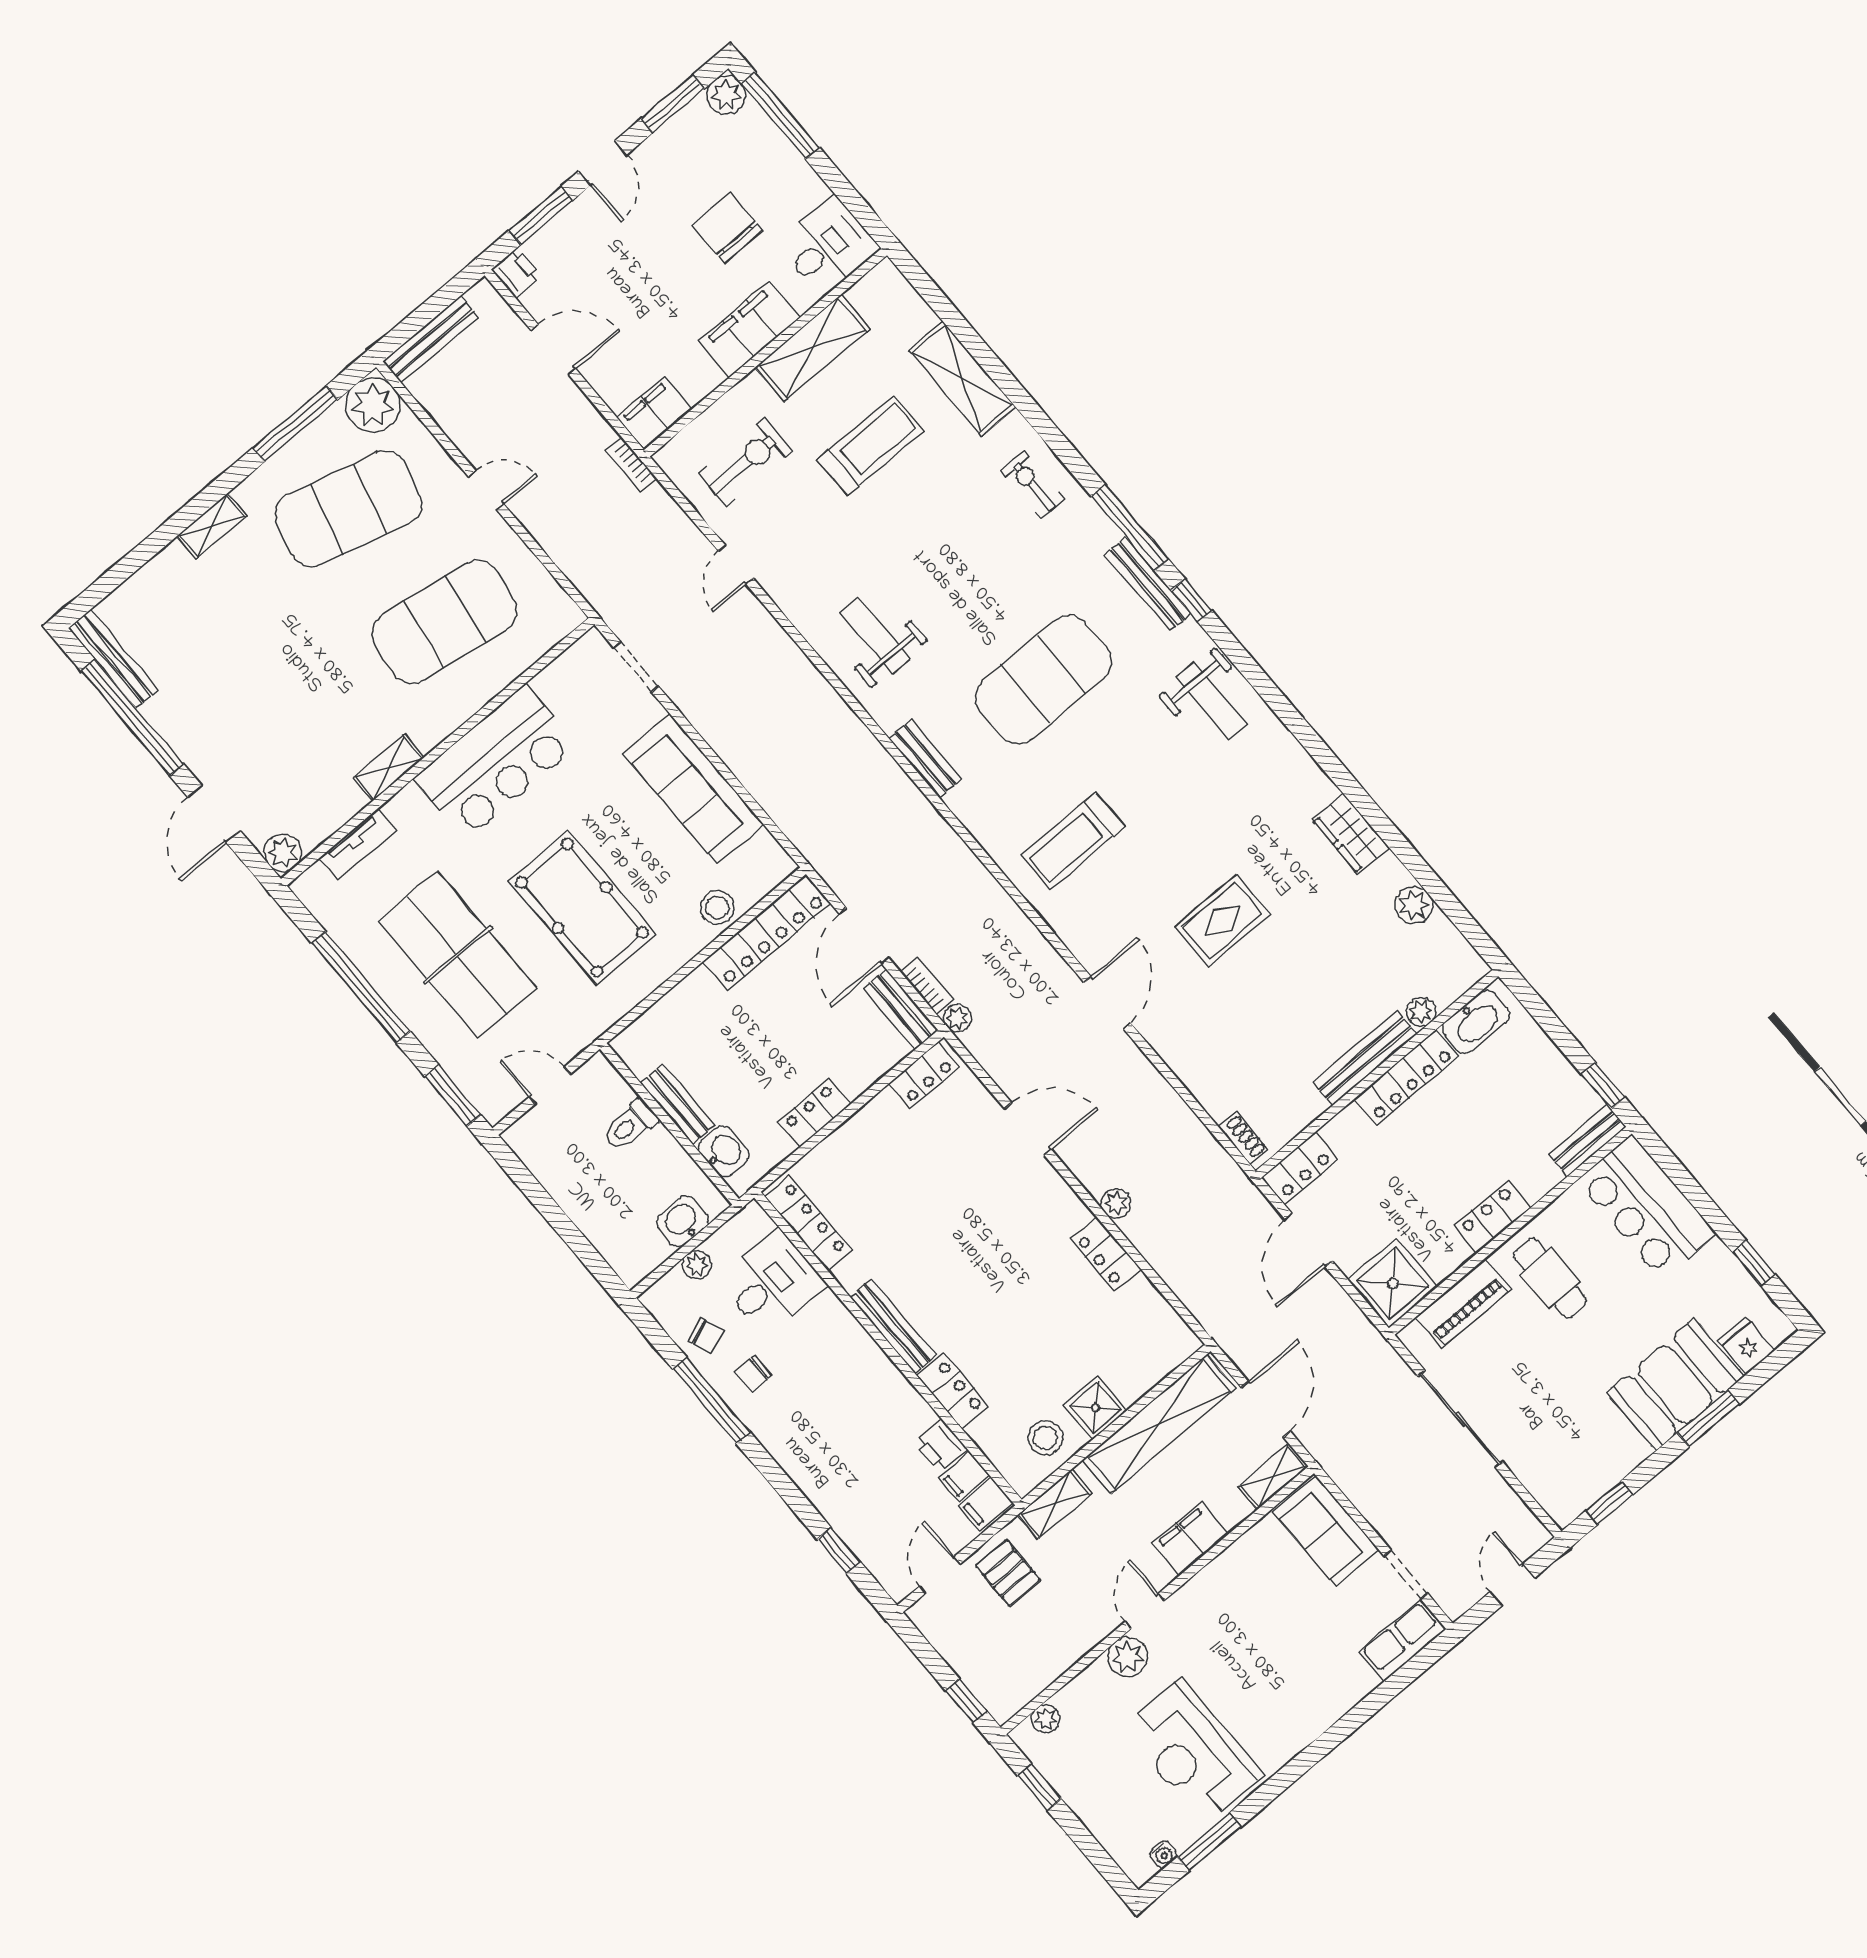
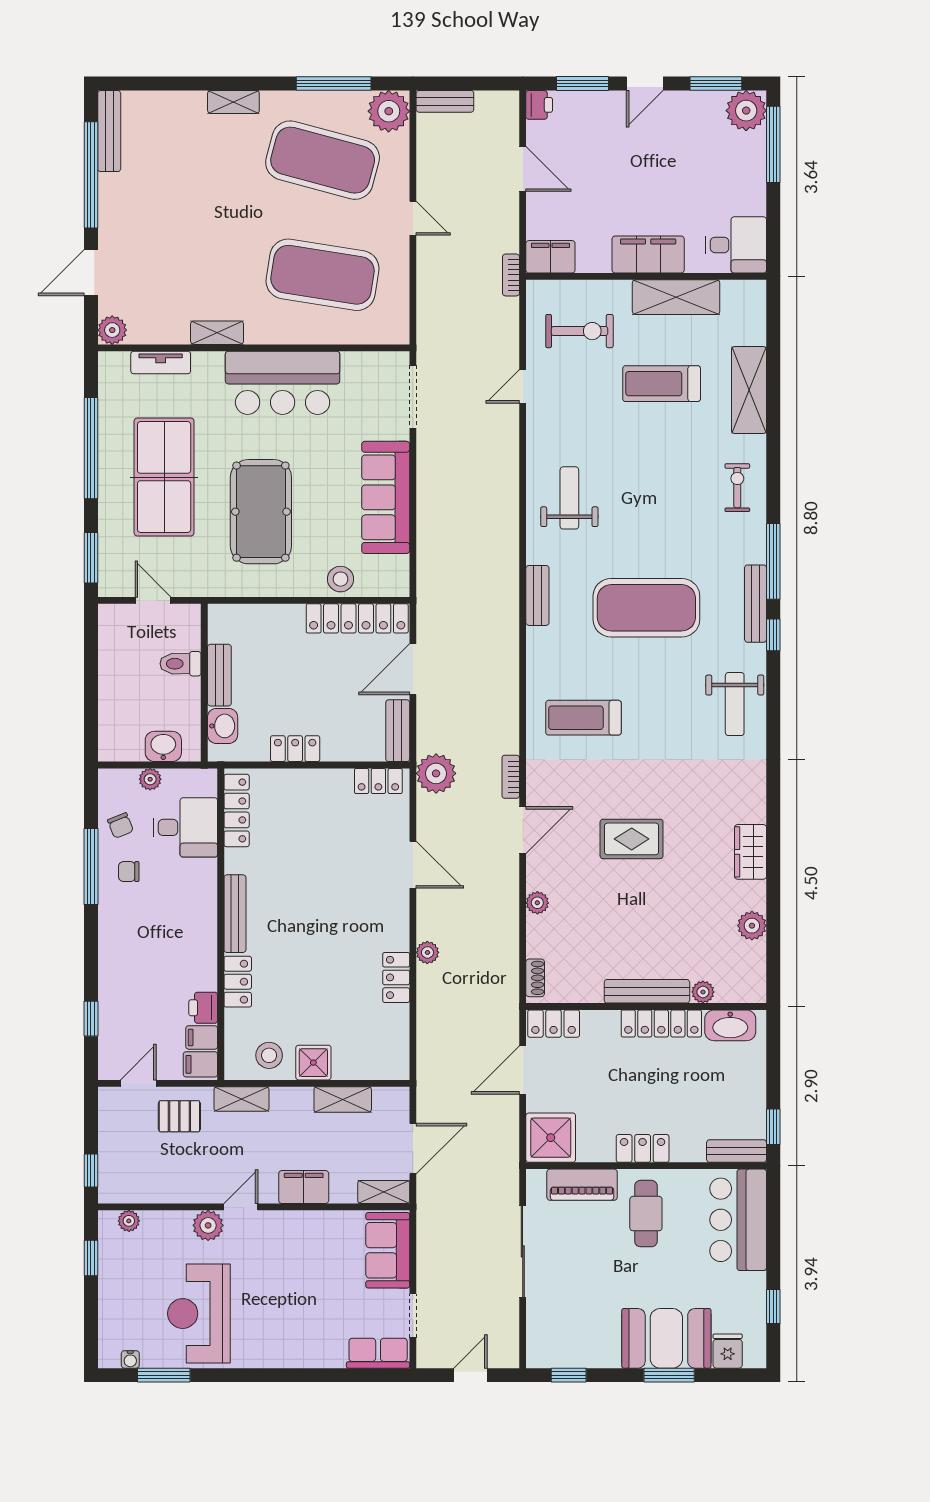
plant: (726, 95) -> (746, 111), width x1.36, depth x1.36
chair: (727, 228) -> (686, 184), removed
bench: (431, 339) -> (445, 101), width x0.73
treadmill: (871, 446) -> (662, 384), turned 180
doorway: (636, 667) -> (413, 397), width x1.38
bookcase: (927, 986) -> (511, 777), moved, turned 180
plant: (957, 1018) -> (436, 773), width x1.87, depth x1.87
plant: (1183, 1062) -> (537, 903), added
shelving: (1159, 1424) -> (343, 1100), width x0.45, depth x0.75
pallet: (1008, 1573) -> (179, 1116), turned 90

